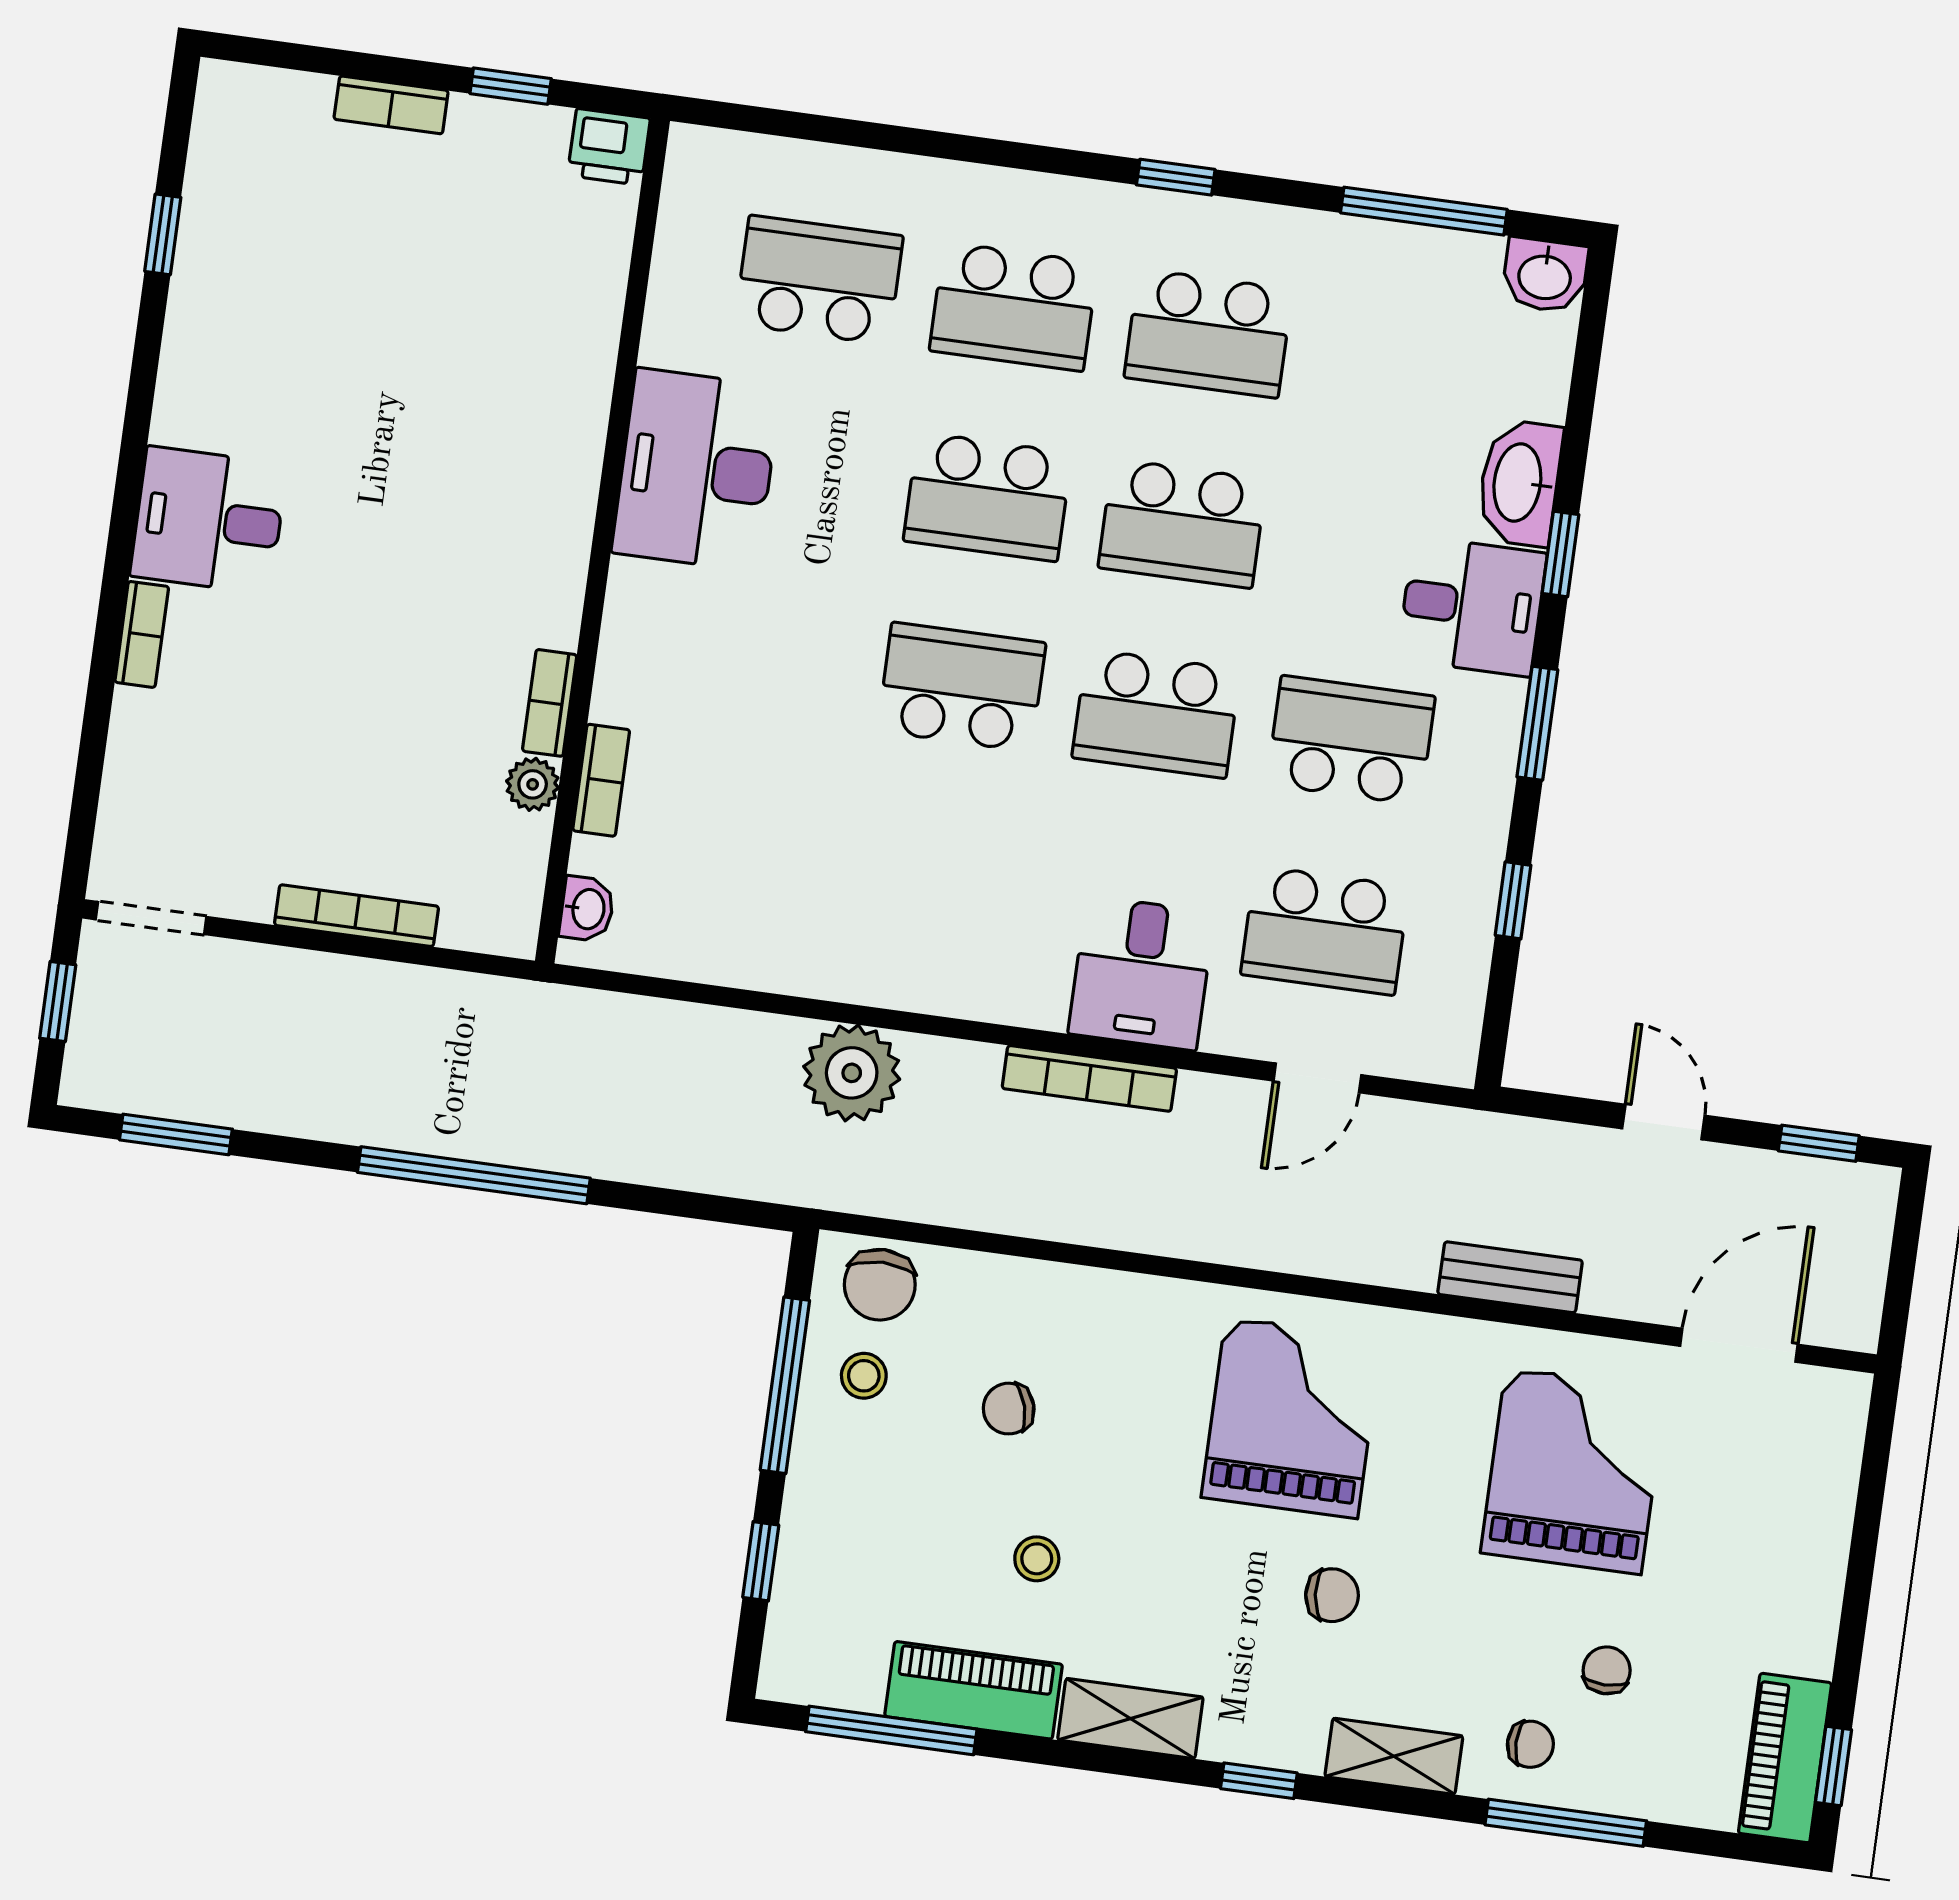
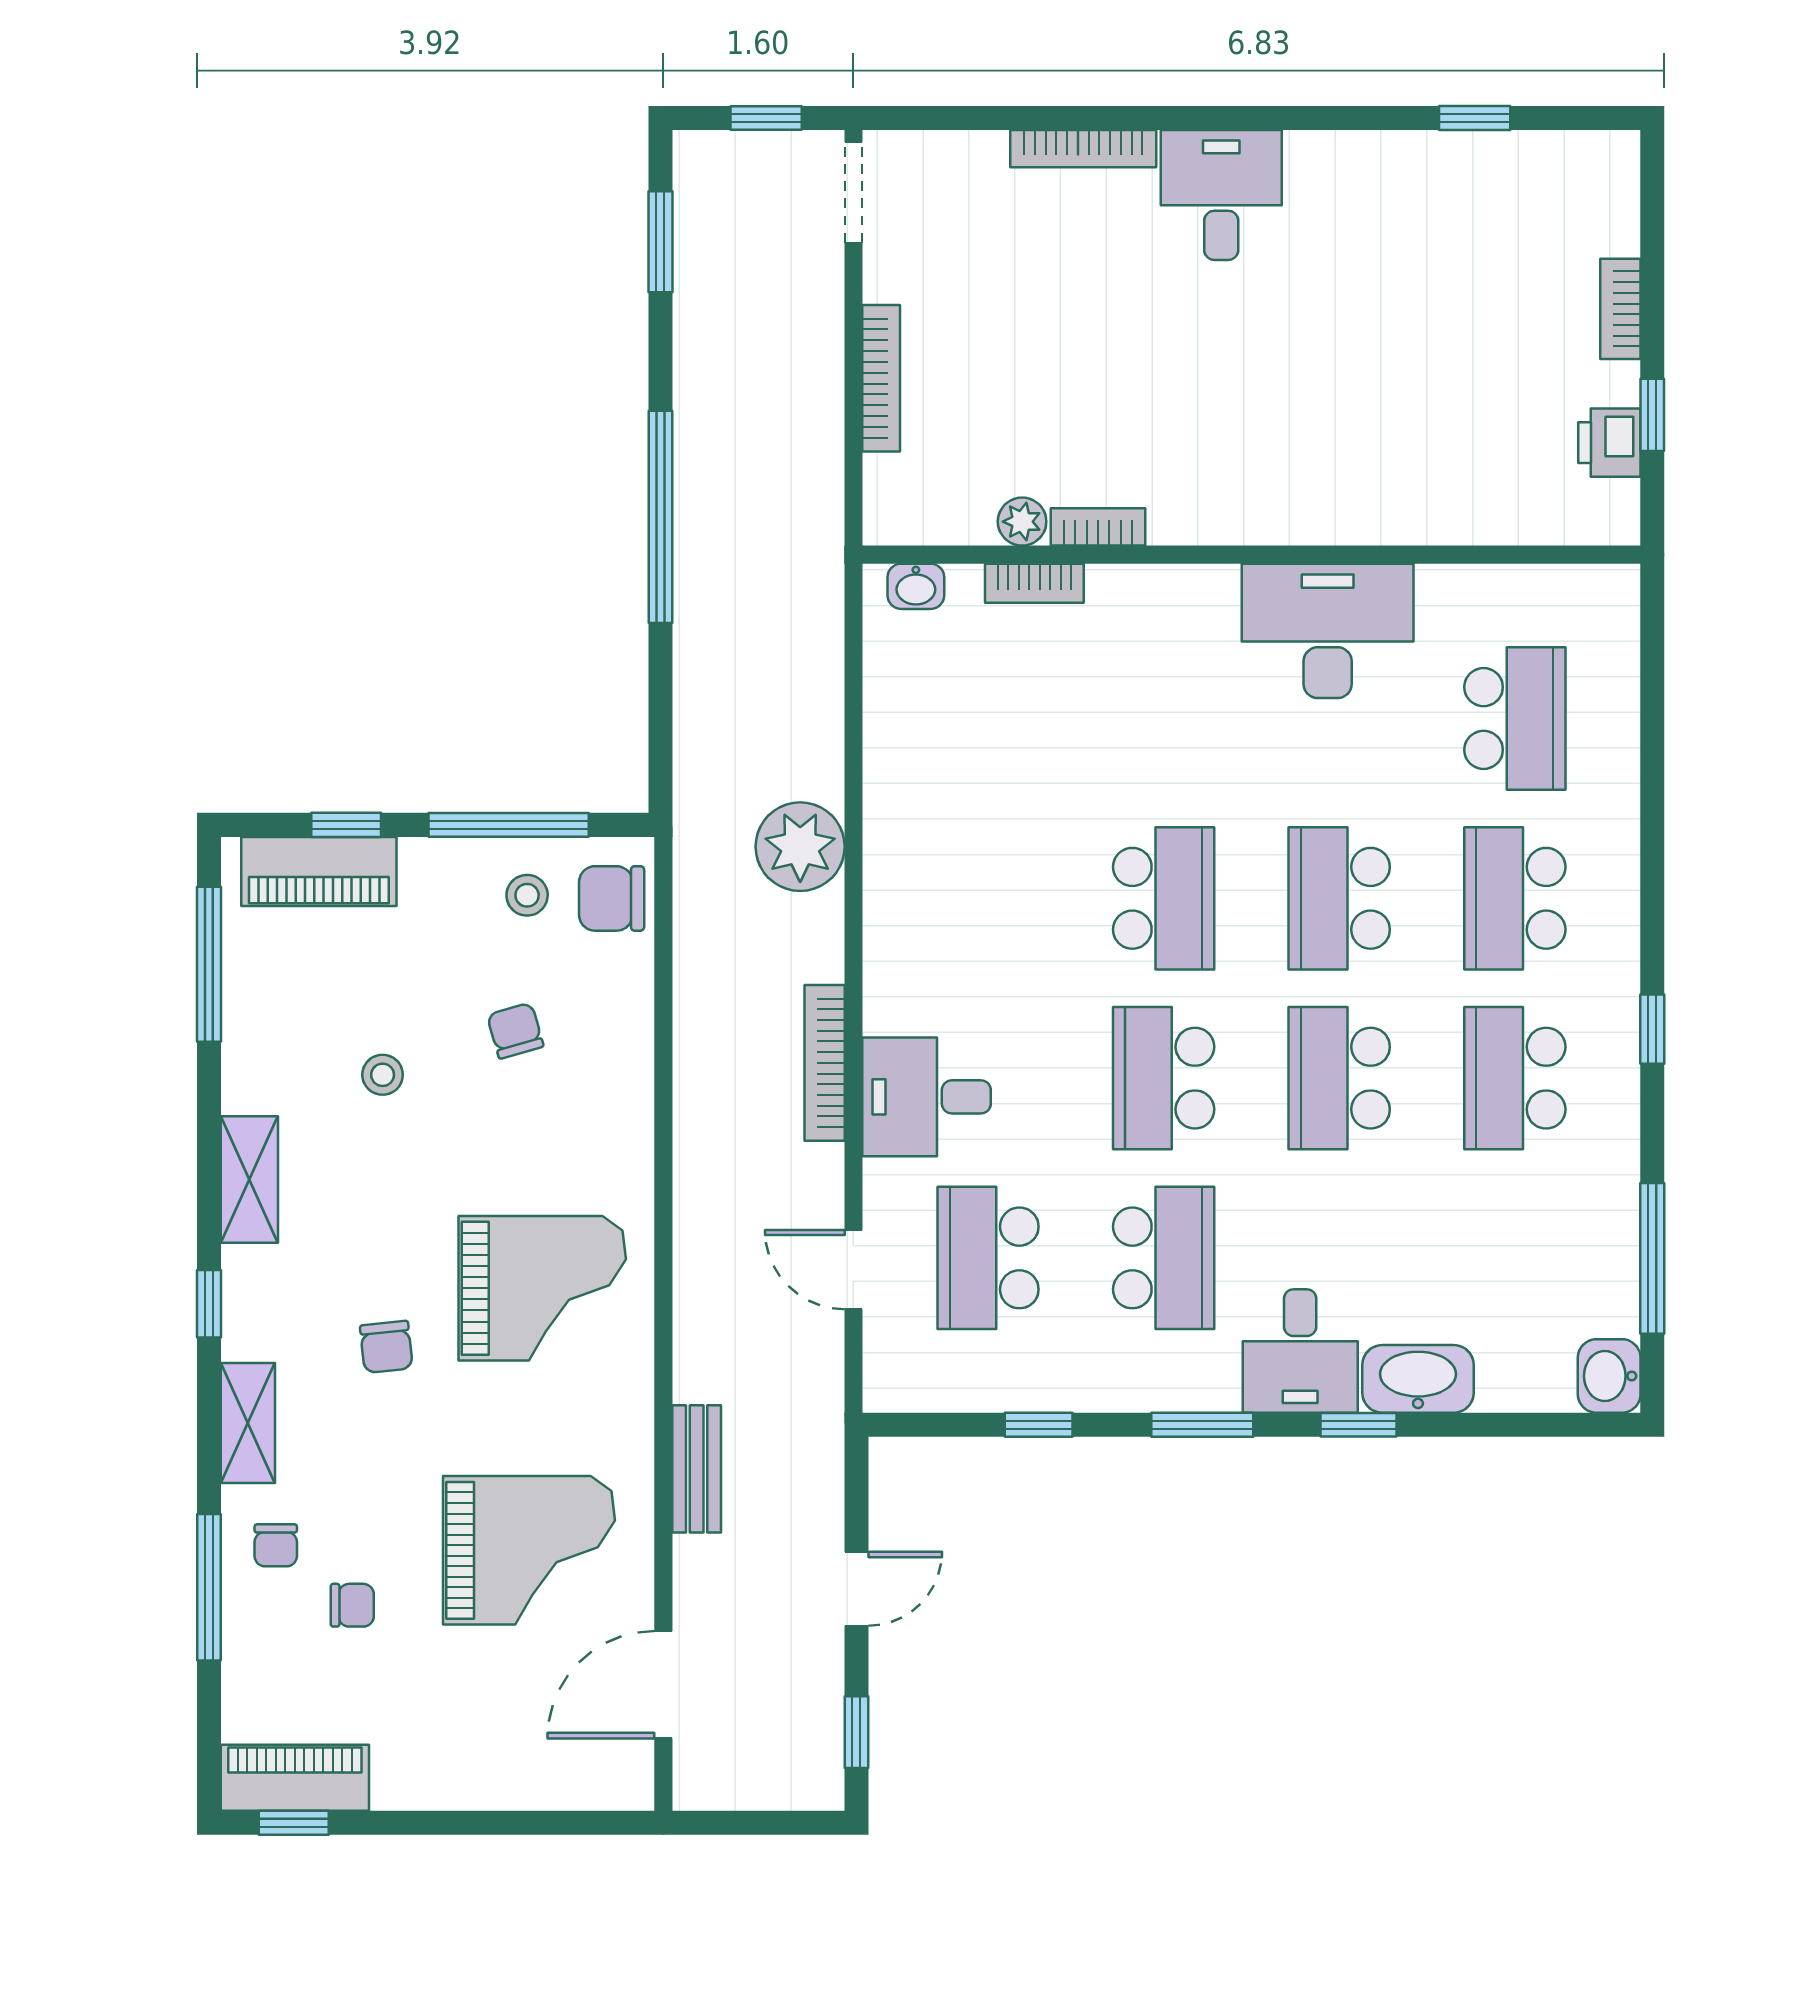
printer: (609, 147) -> (1609, 443), moved
bookcase: (142, 634) -> (1083, 149), width x1.56
door: (1739, 1345) -> (663, 1685), swing flipped
piano: (974, 1690) -> (319, 871), moved, turned 90

